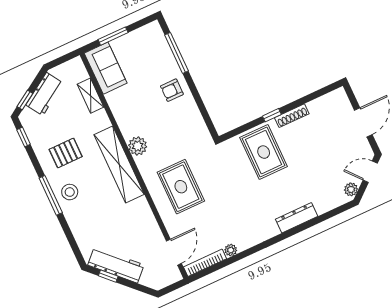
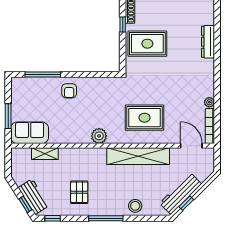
workbench: (45, 94) -> (34, 197), moved
shelving: (119, 165) -> (138, 156), moved
stool: (70, 192) -> (135, 206), moved

